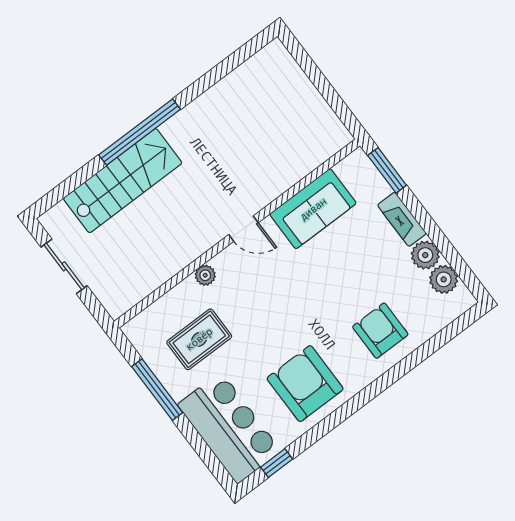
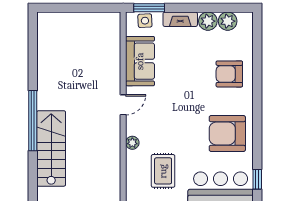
side table: (367, 177) -> (145, 21), added

